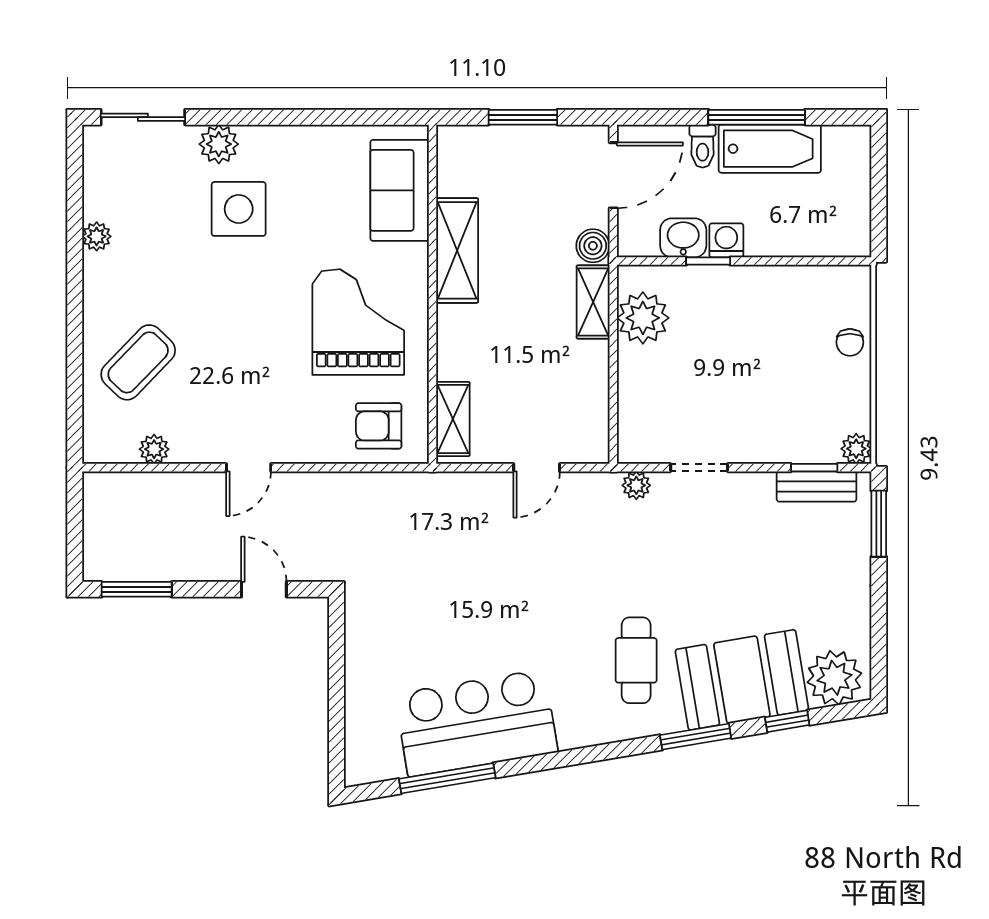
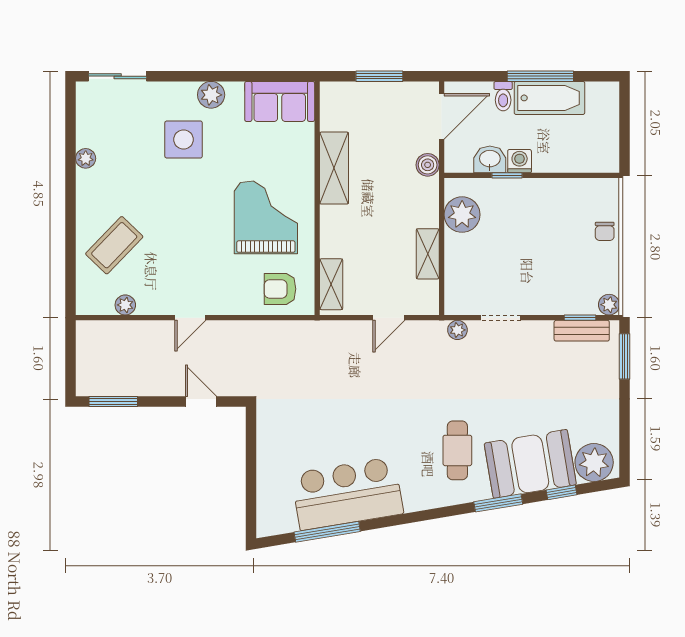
plant: (219, 144) -> (211, 95), moved
sofa: (400, 190) -> (280, 101), moved, turned -90
shelving: (593, 302) -> (428, 254), moved

